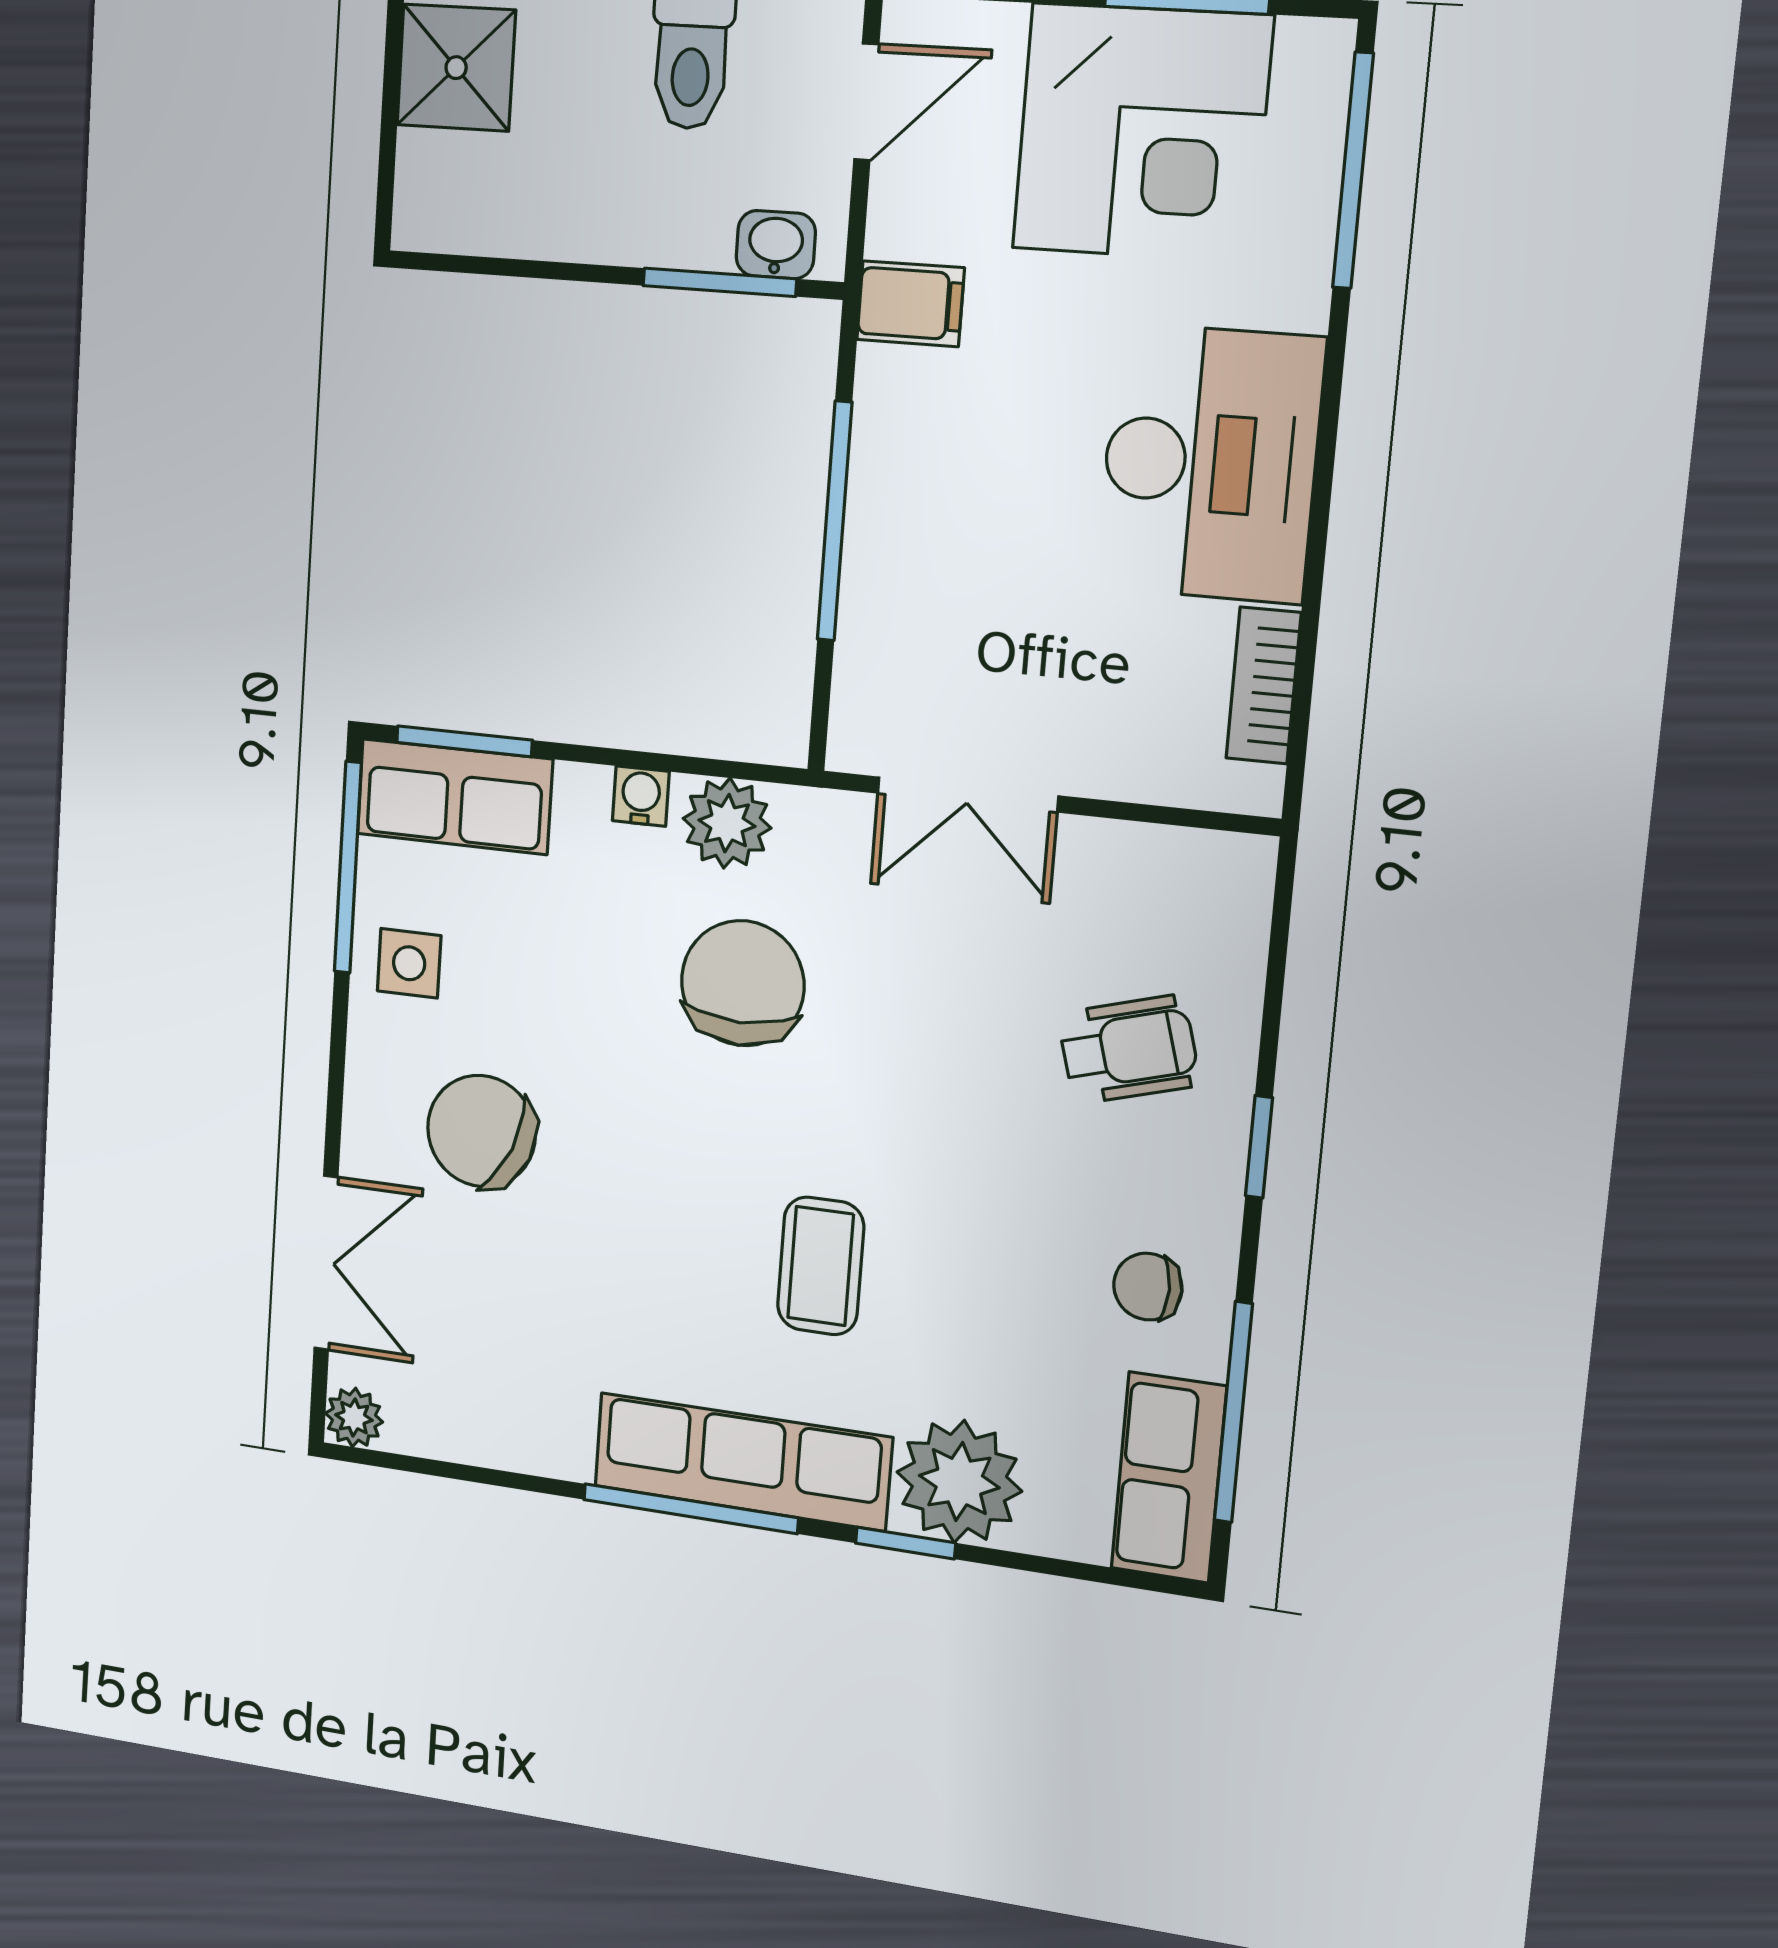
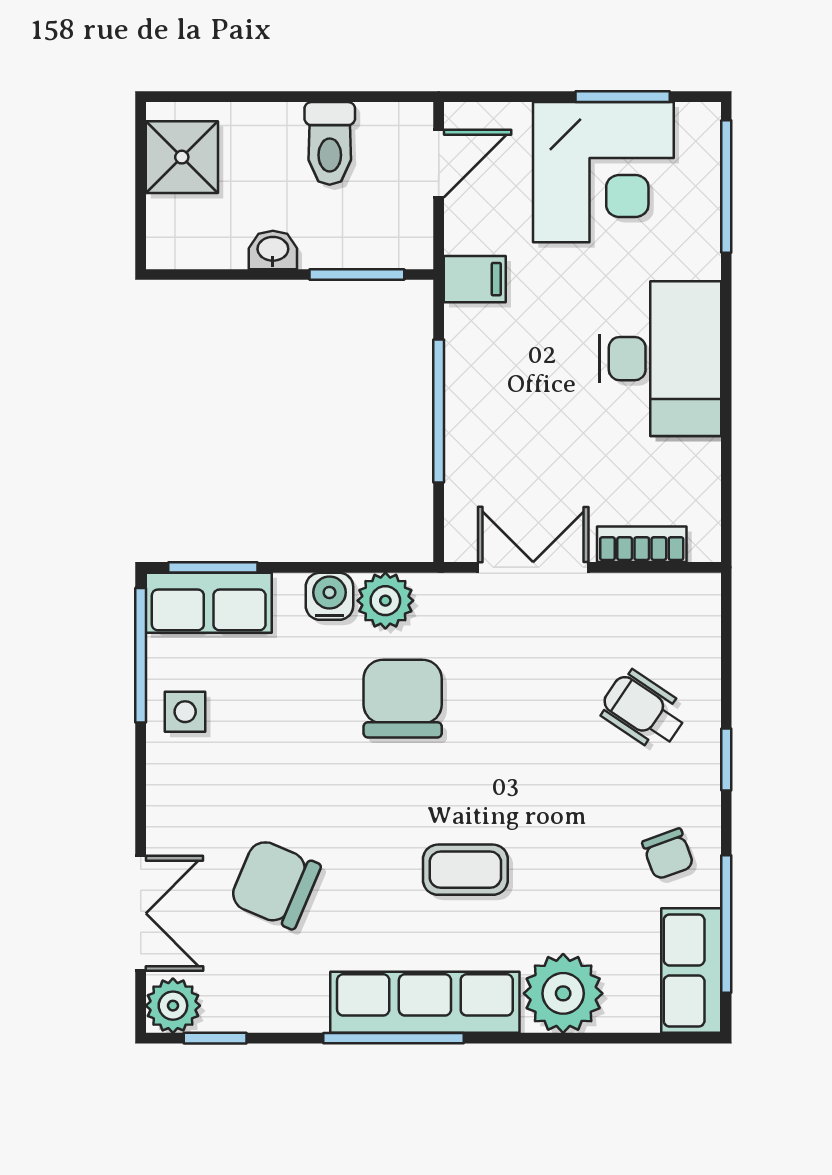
washbasin: (776, 245) -> (273, 250), moved
bookcase: (1264, 685) -> (642, 544), moved, turned 90
double door: (968, 795) -> (533, 567), swing flipped
water cooler: (641, 796) -> (329, 596), width x1.38, depth x1.38
wheelchair: (1129, 1049) -> (644, 710), turned -130
chair: (481, 1131) -> (275, 884), moved
coffee table: (821, 1266) -> (465, 870), turned 90
chair: (1148, 1287) -> (668, 854), turned -110
plant: (354, 1418) -> (173, 1006), width x1.38, depth x1.38
window: (905, 1543) -> (215, 1038), moved

